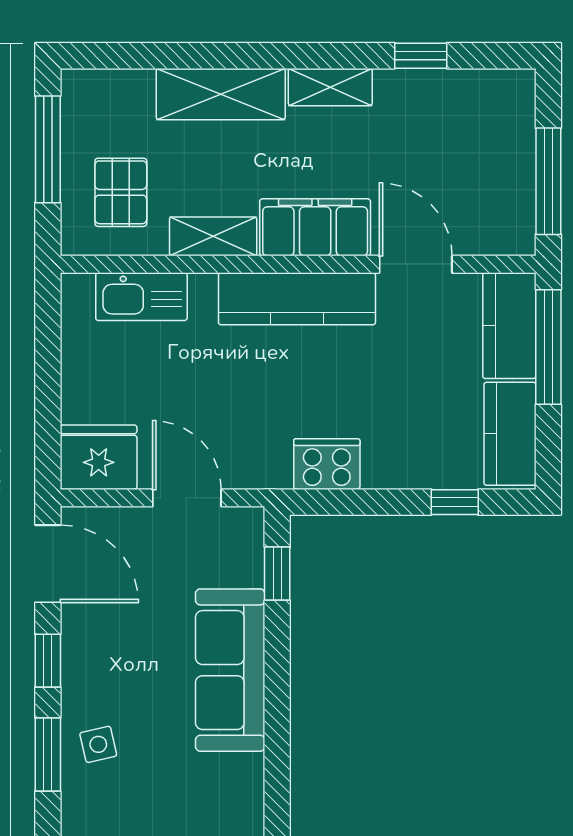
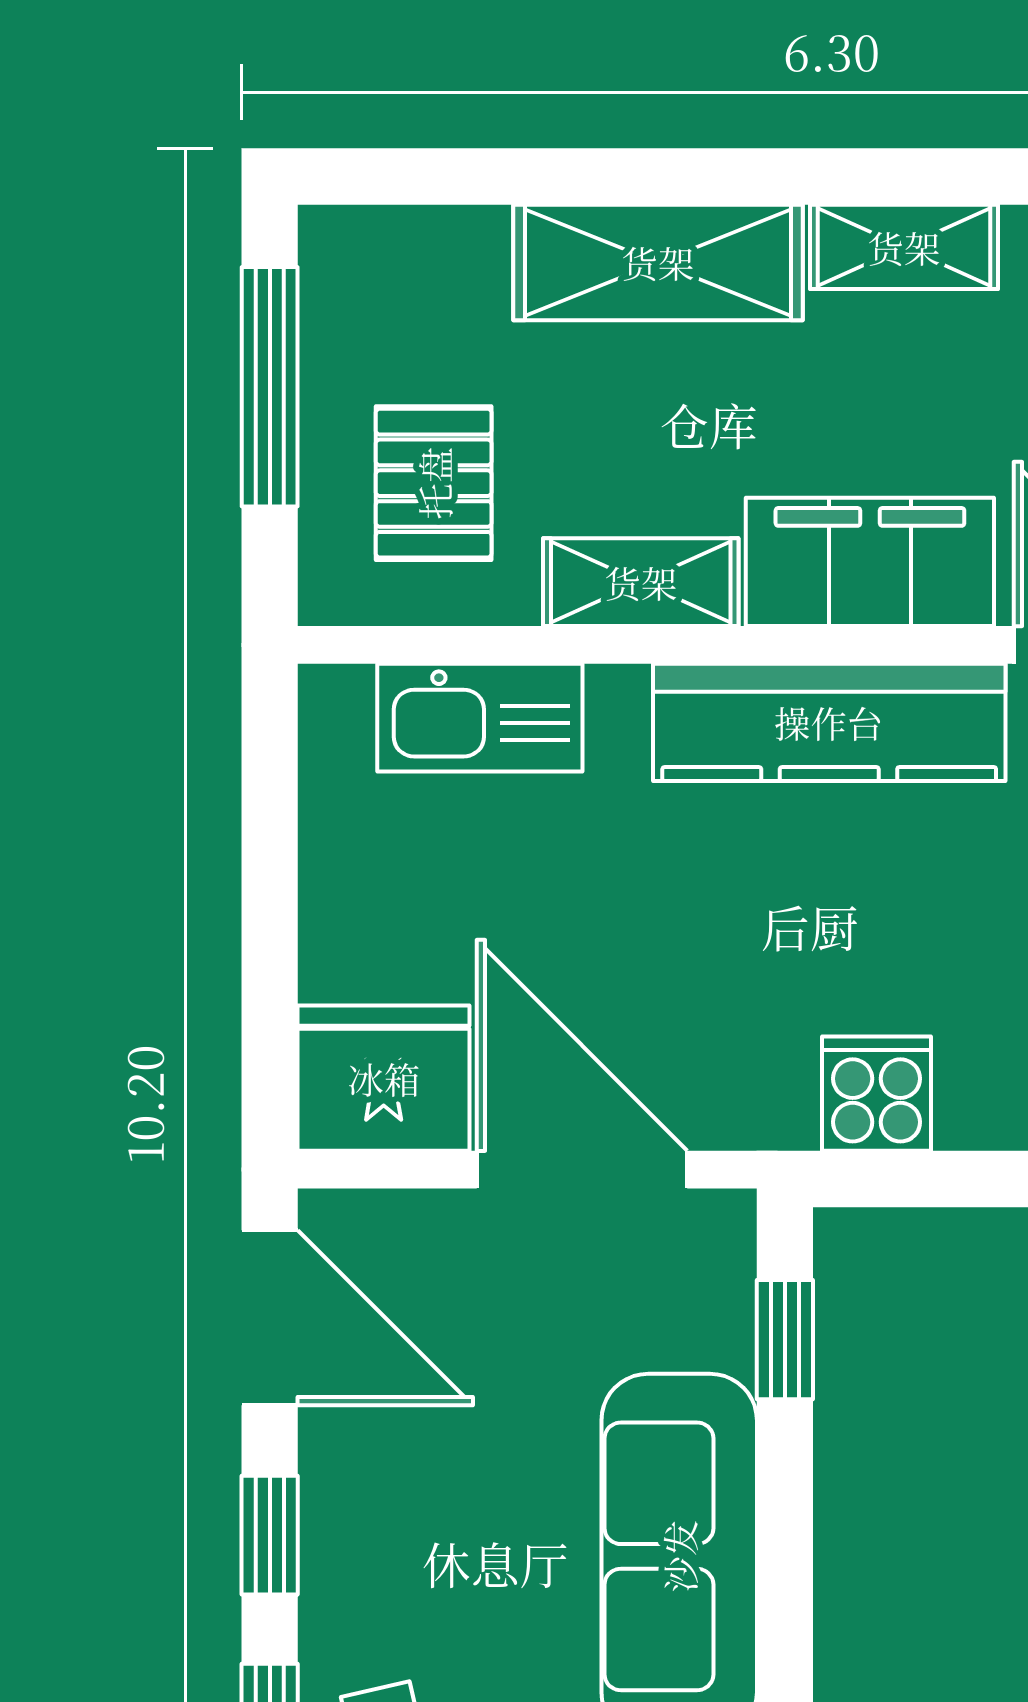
cooker: (327, 464) -> (877, 1094), width x0.73
door: (187, 498) -> (582, 1170), width x1.36

